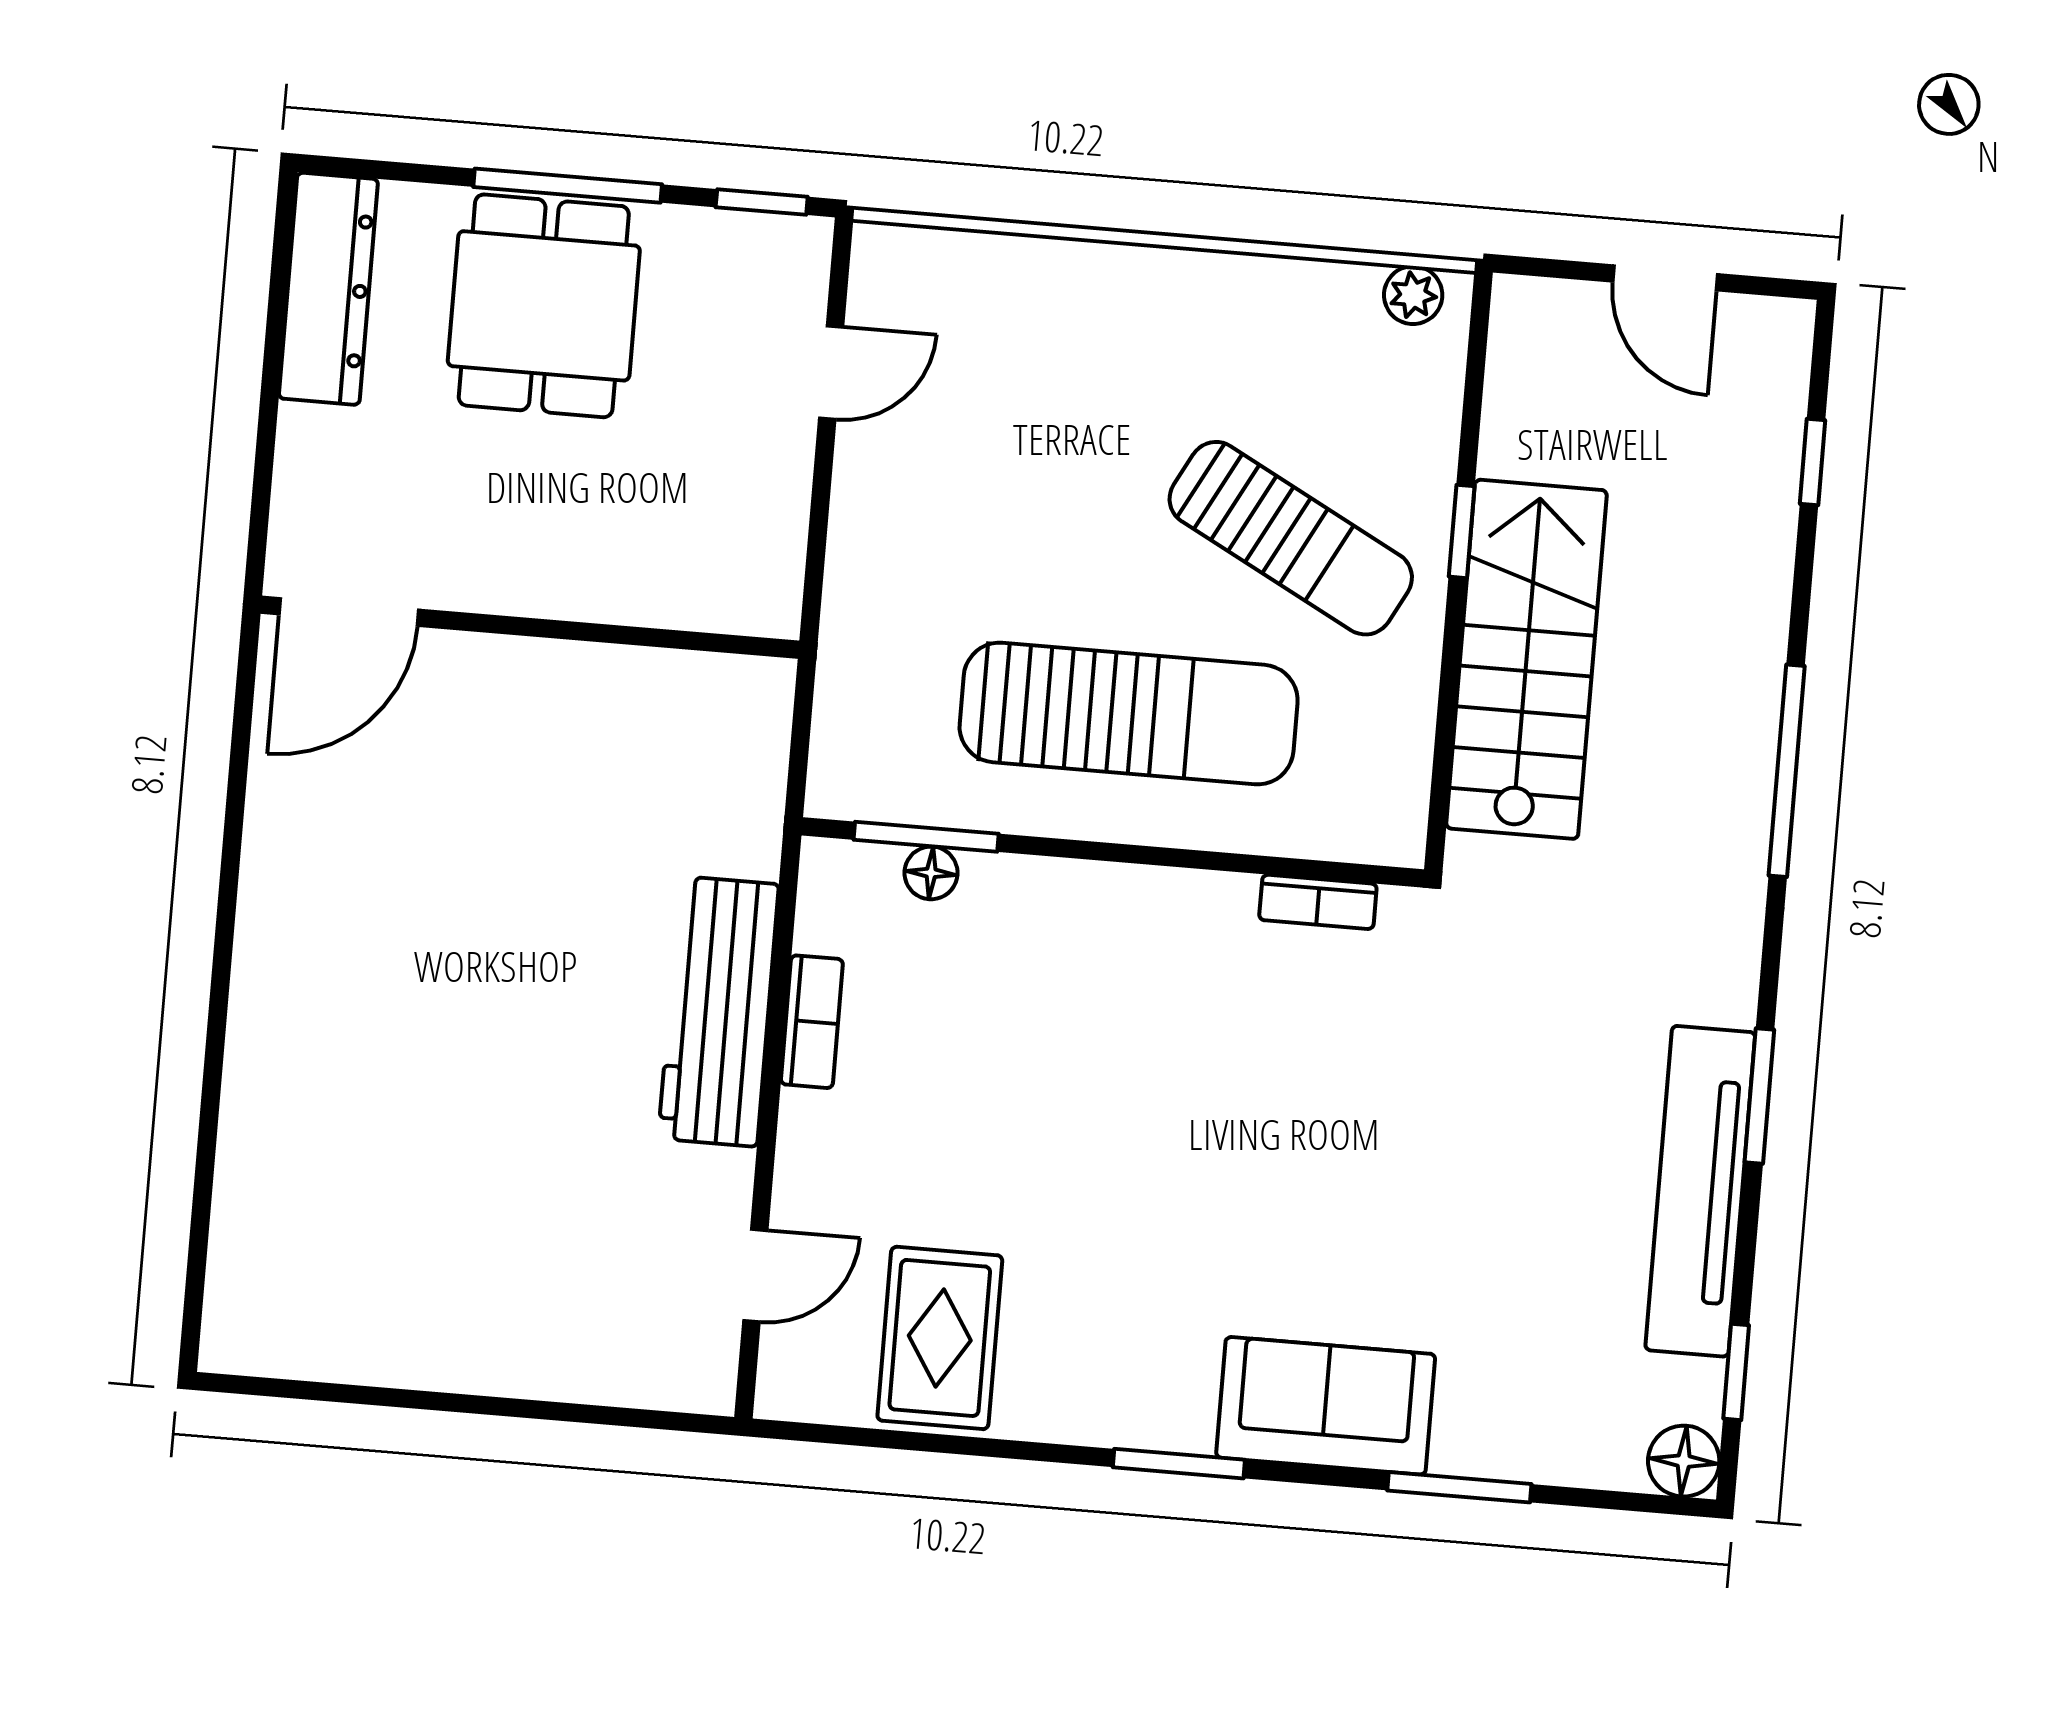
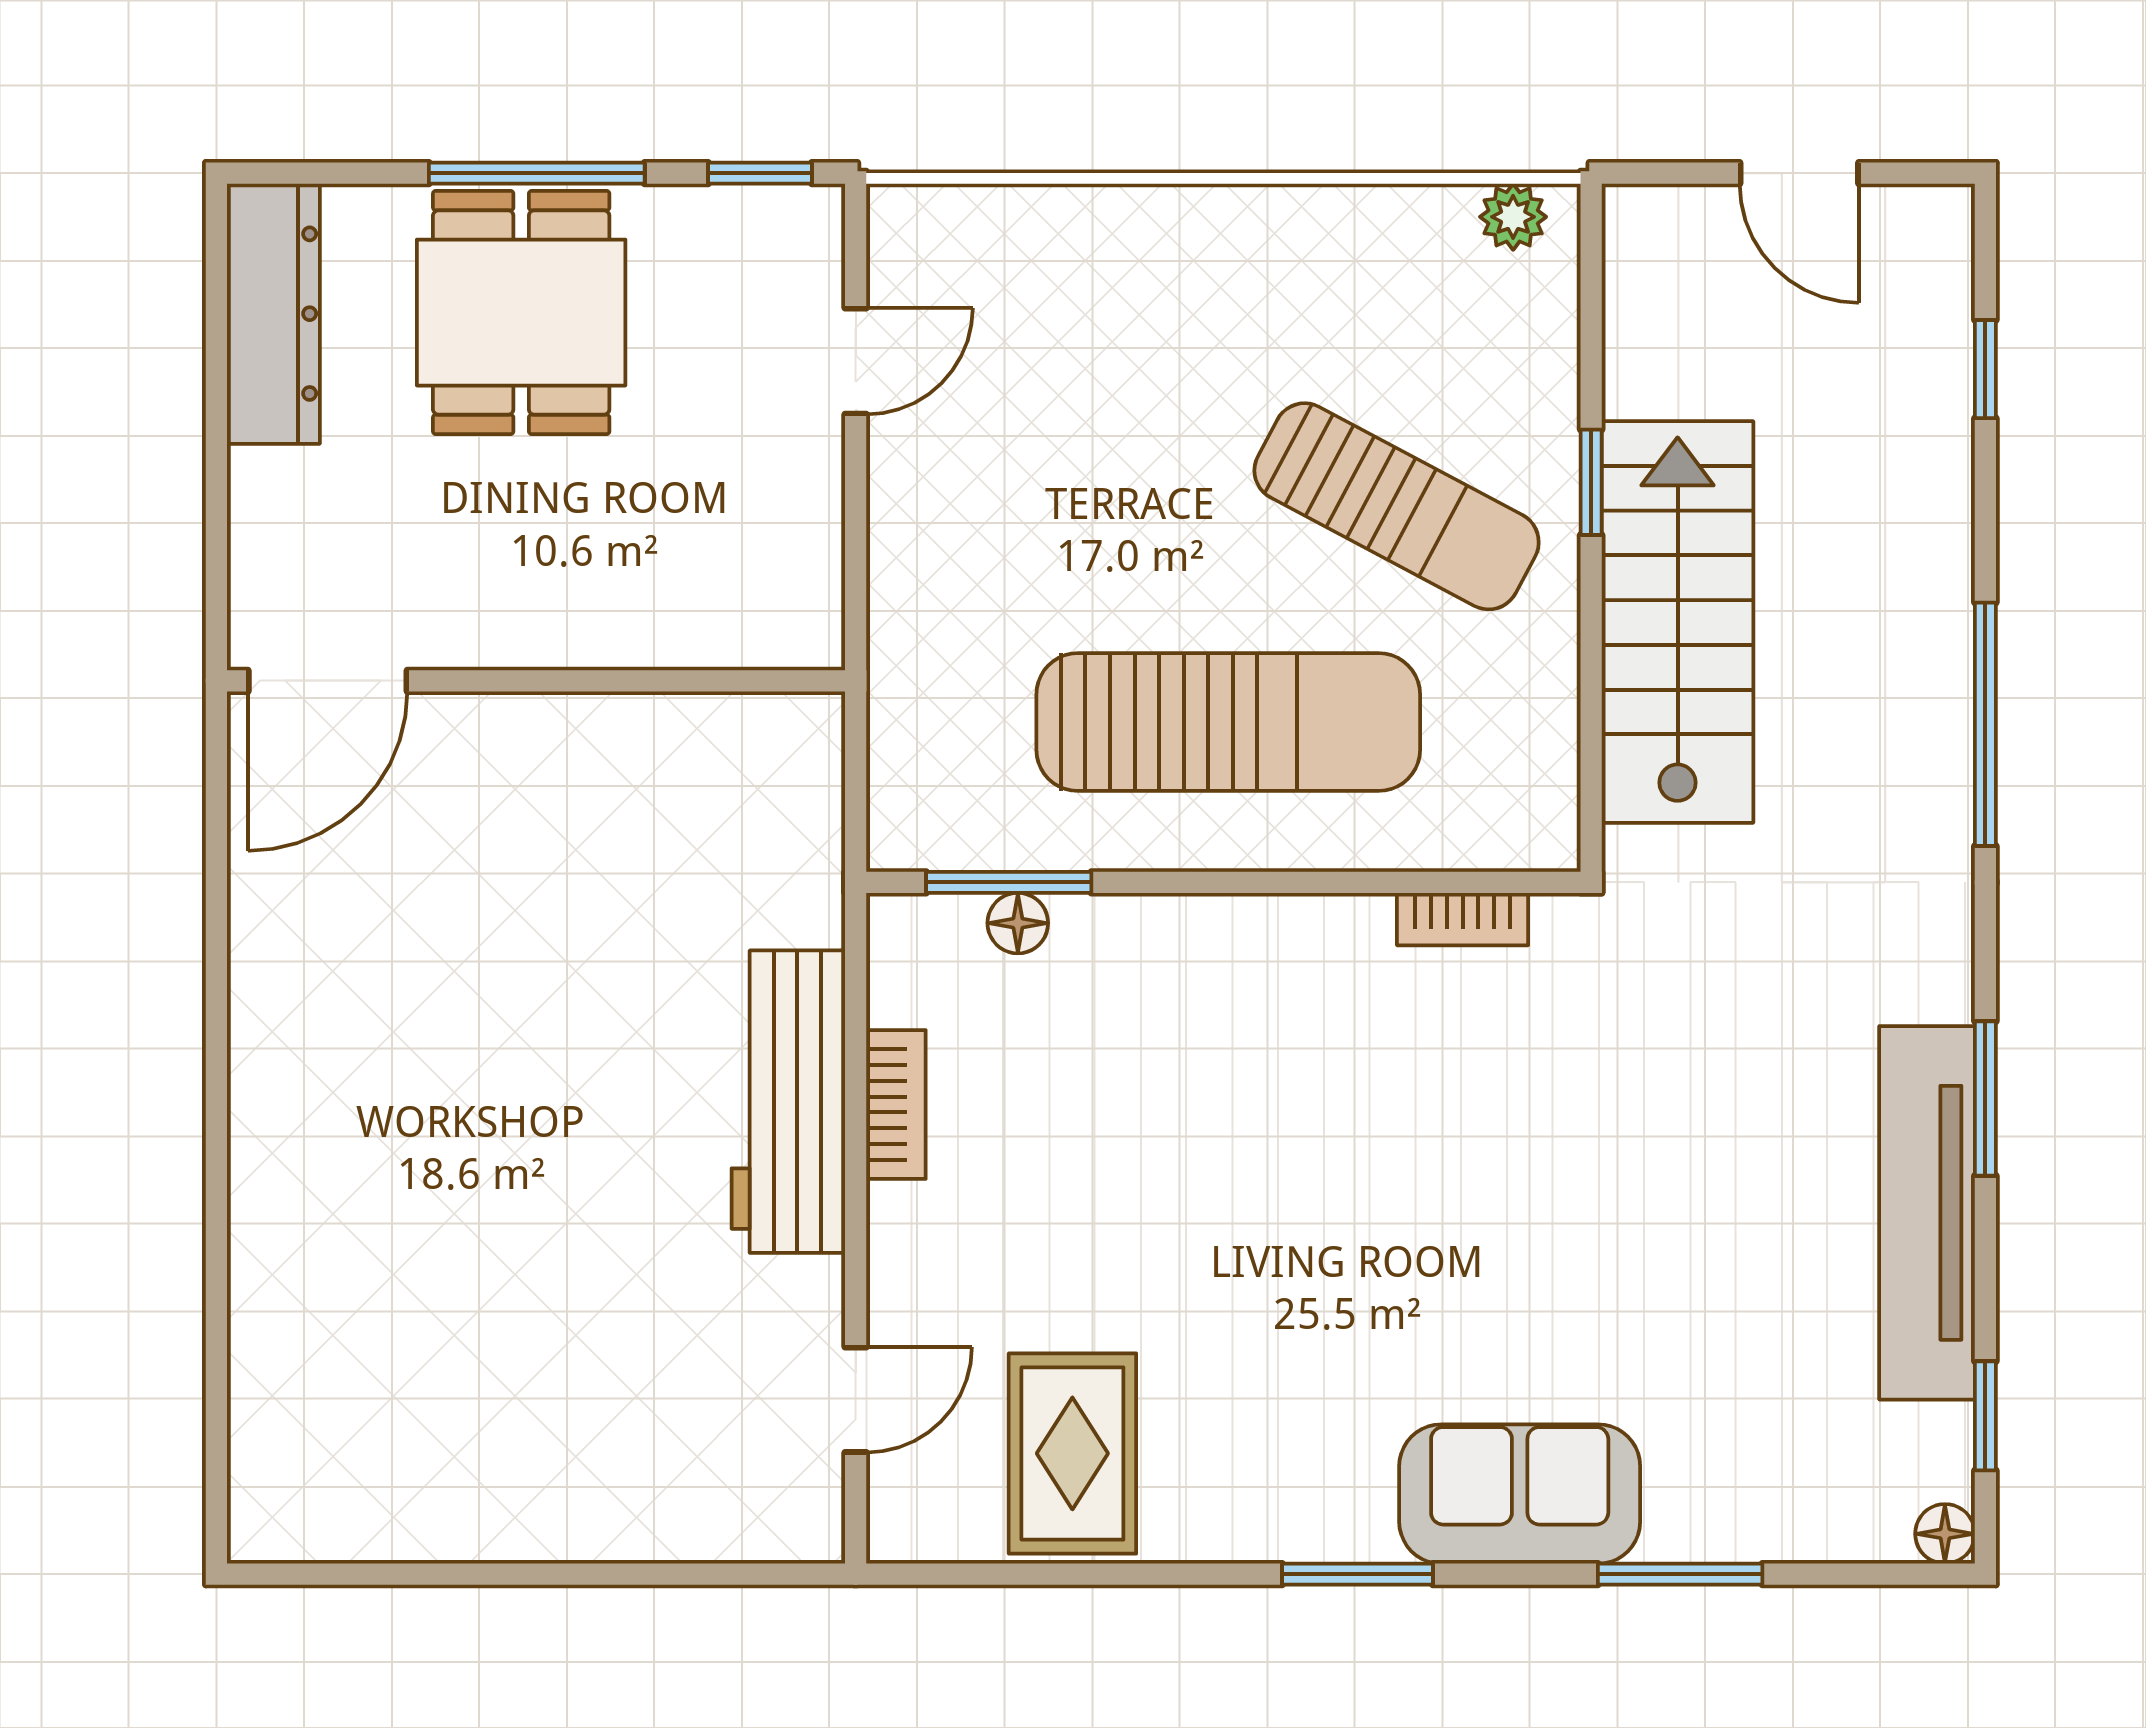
floor lamp: (1684, 1461) -> (1945, 1534), width x0.73, depth x0.73

